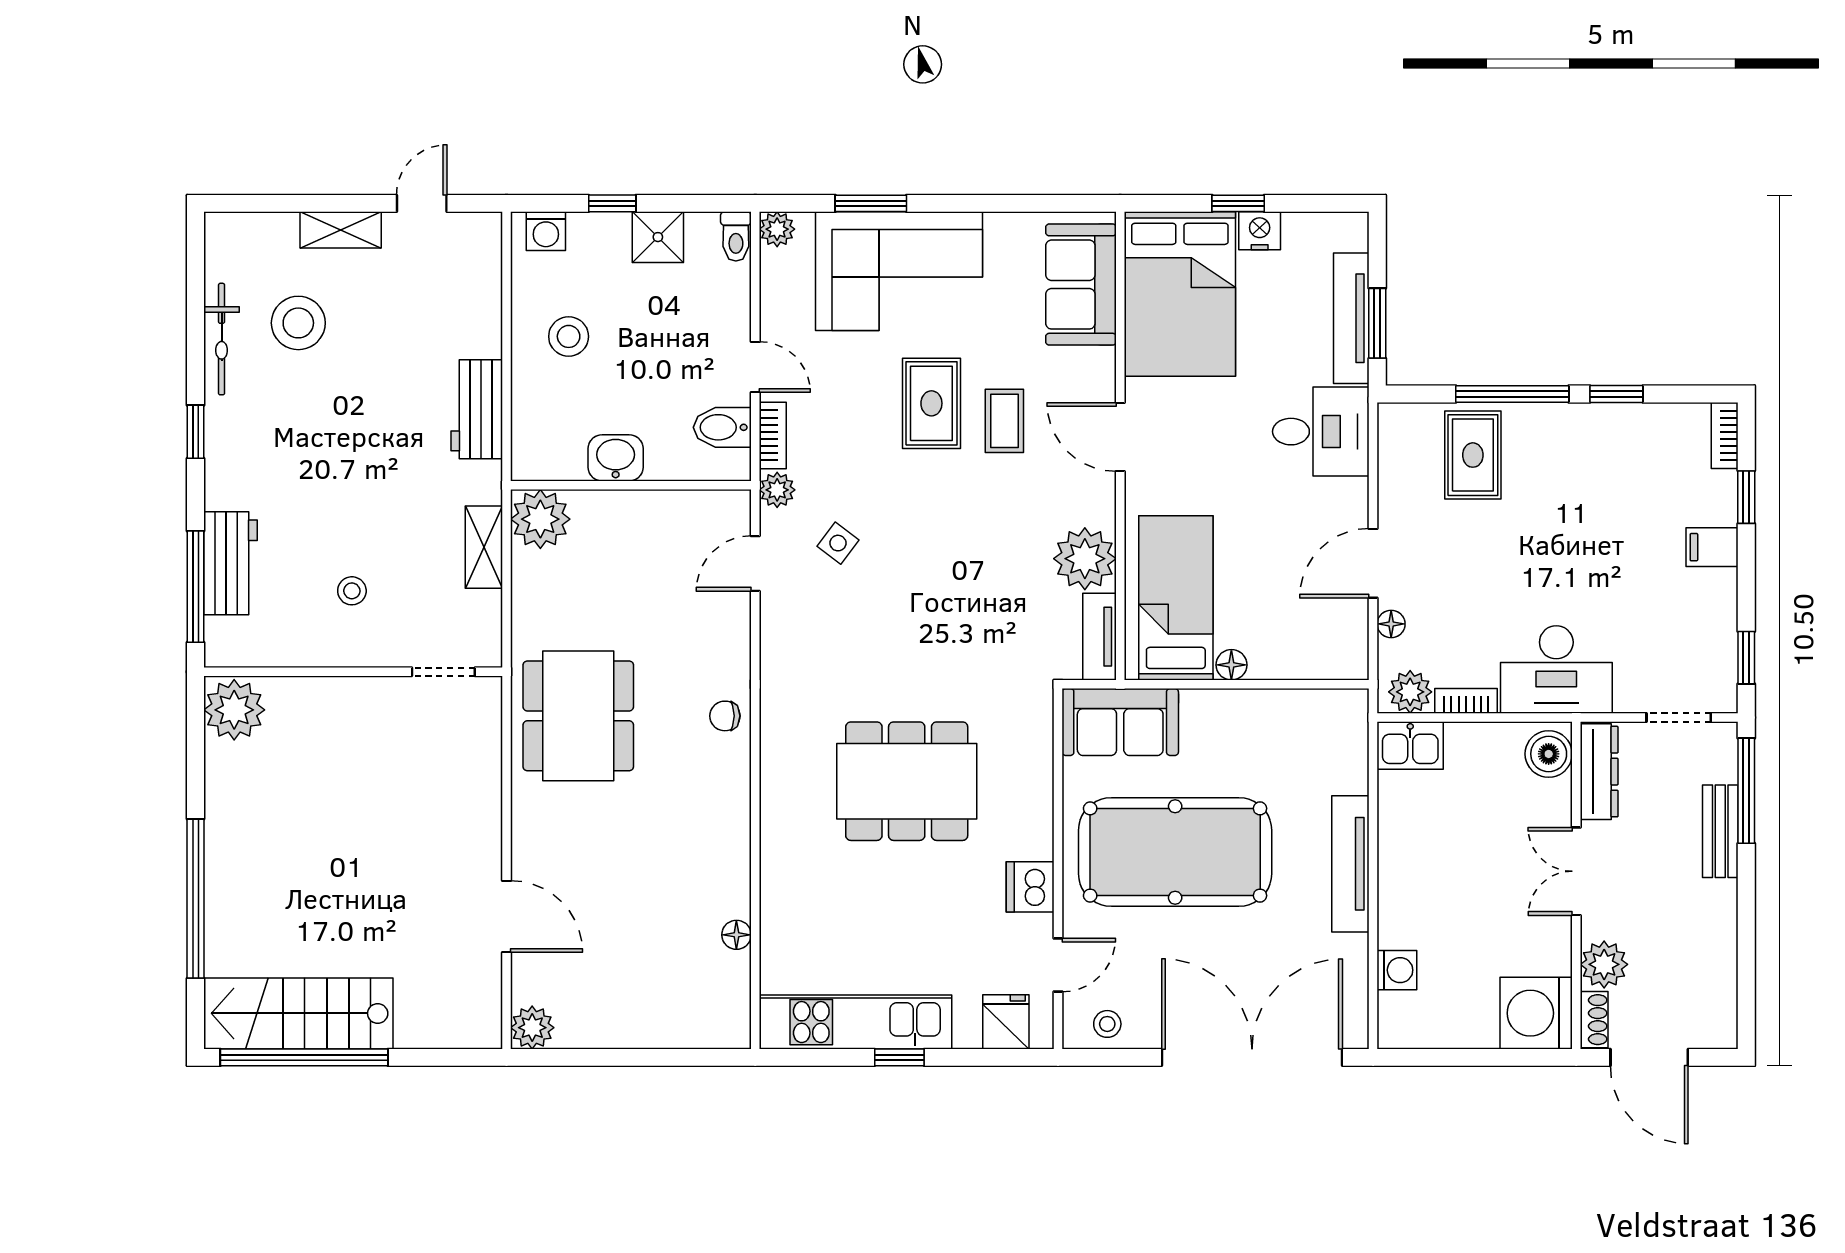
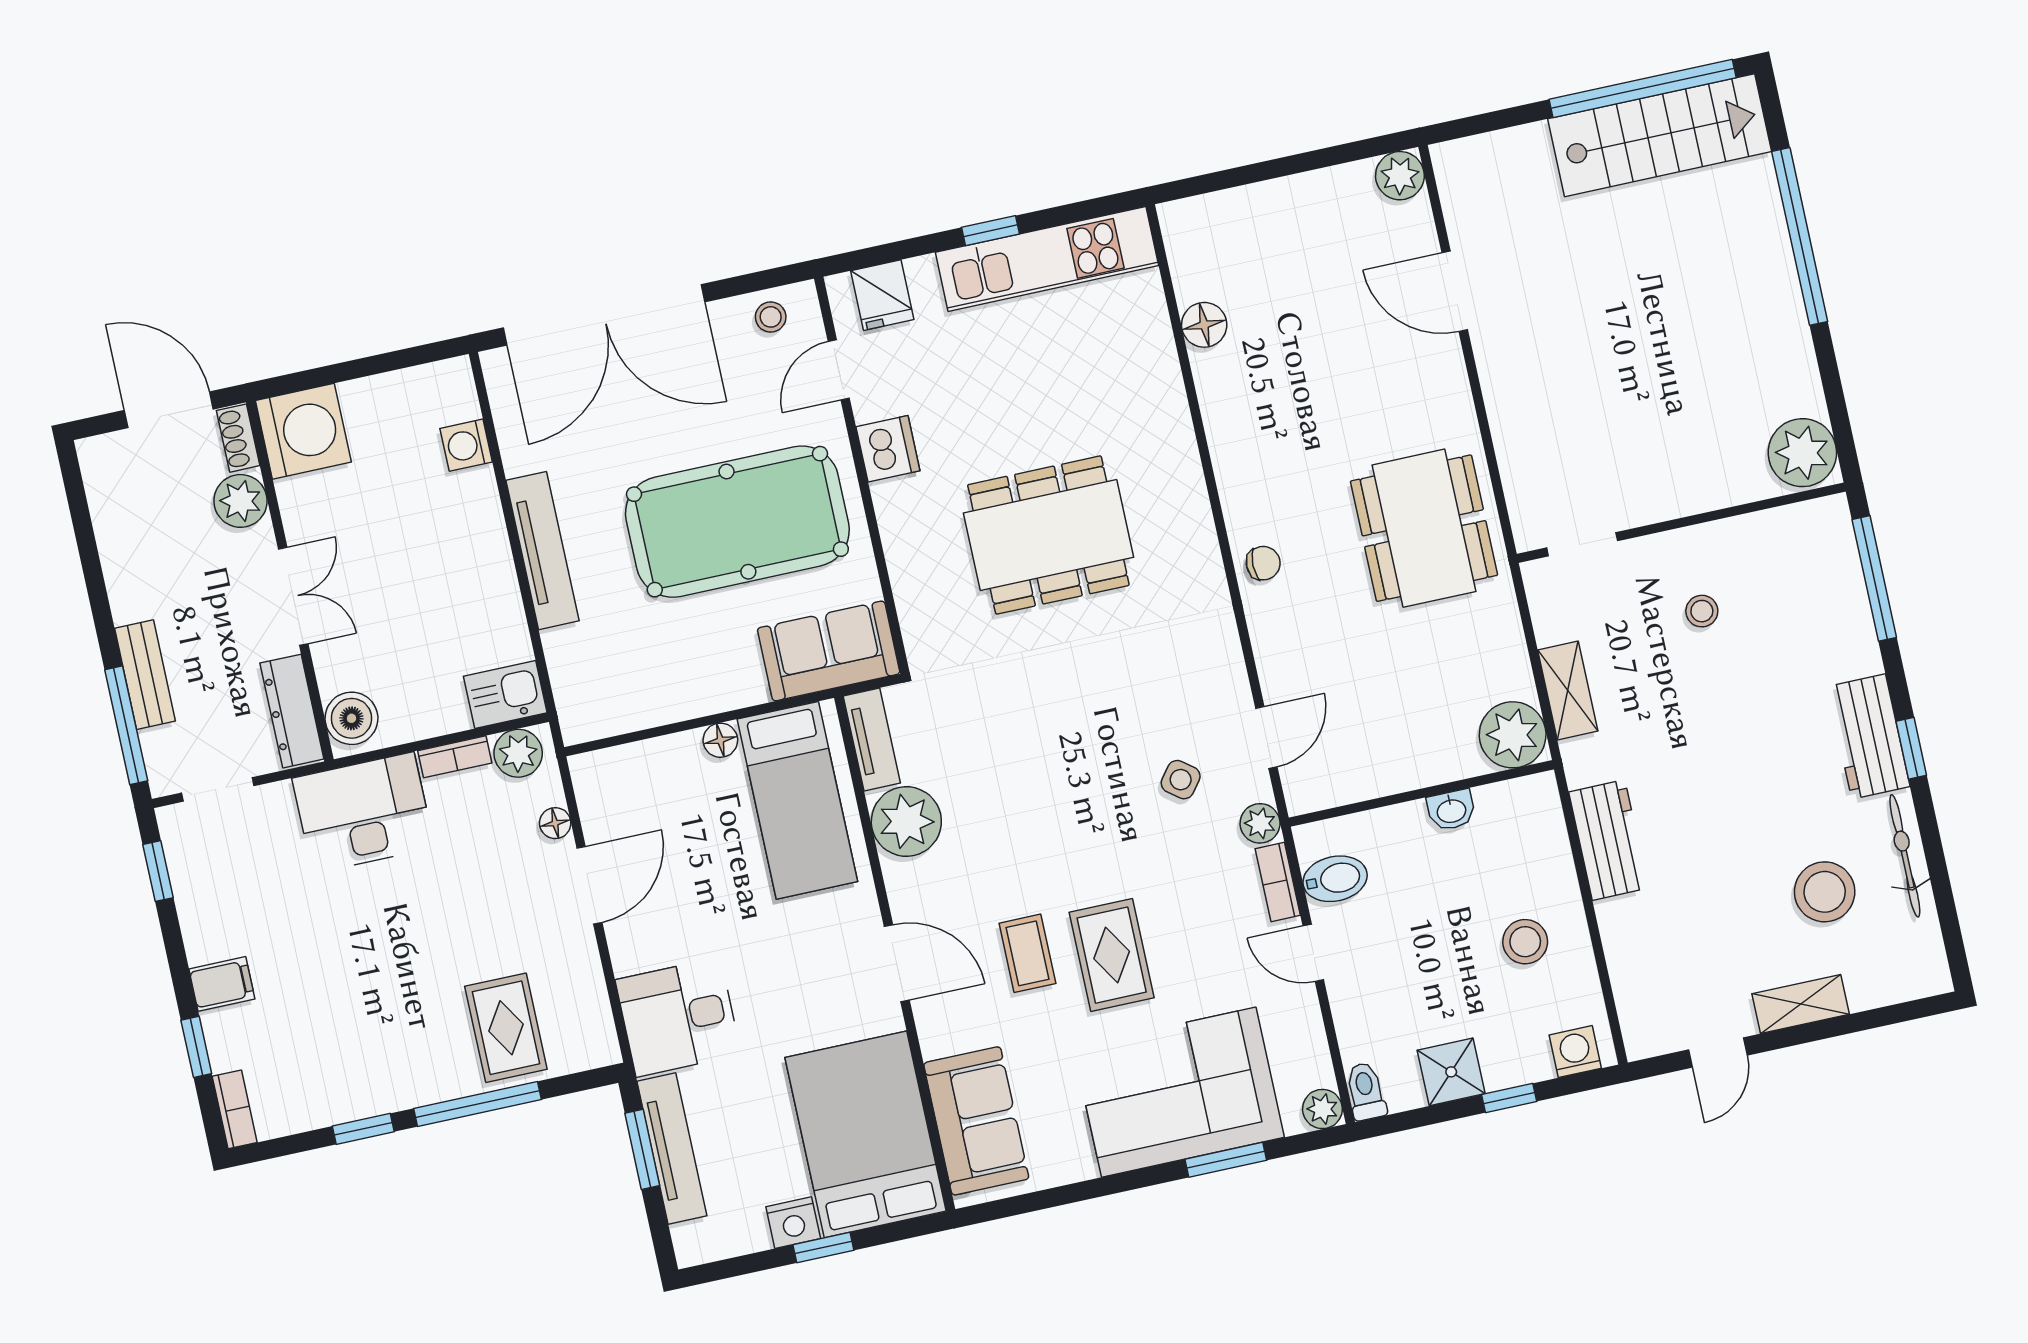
washbasin: (616, 458) -> (1451, 810), width x0.72, depth x0.69
workbench: (230, 563) -> (1869, 737), moved
floor lamp: (736, 935) -> (1204, 325), width x1.37, depth x1.37

